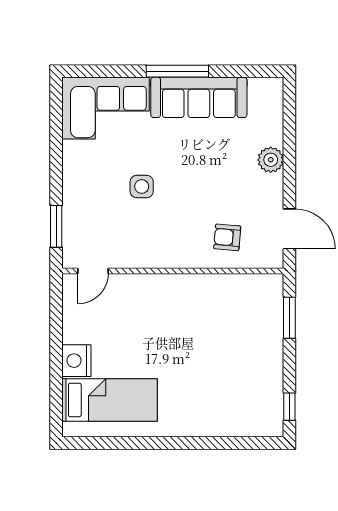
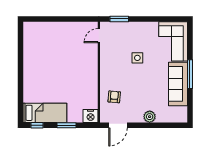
door: (93, 271) -> (99, 36), hinge flipped
window: (289, 318) -> (67, 125), moved
nightstand: (76, 361) -> (91, 116), moved, turned 180
bed: (110, 400) -> (45, 113), moved, turned -90

